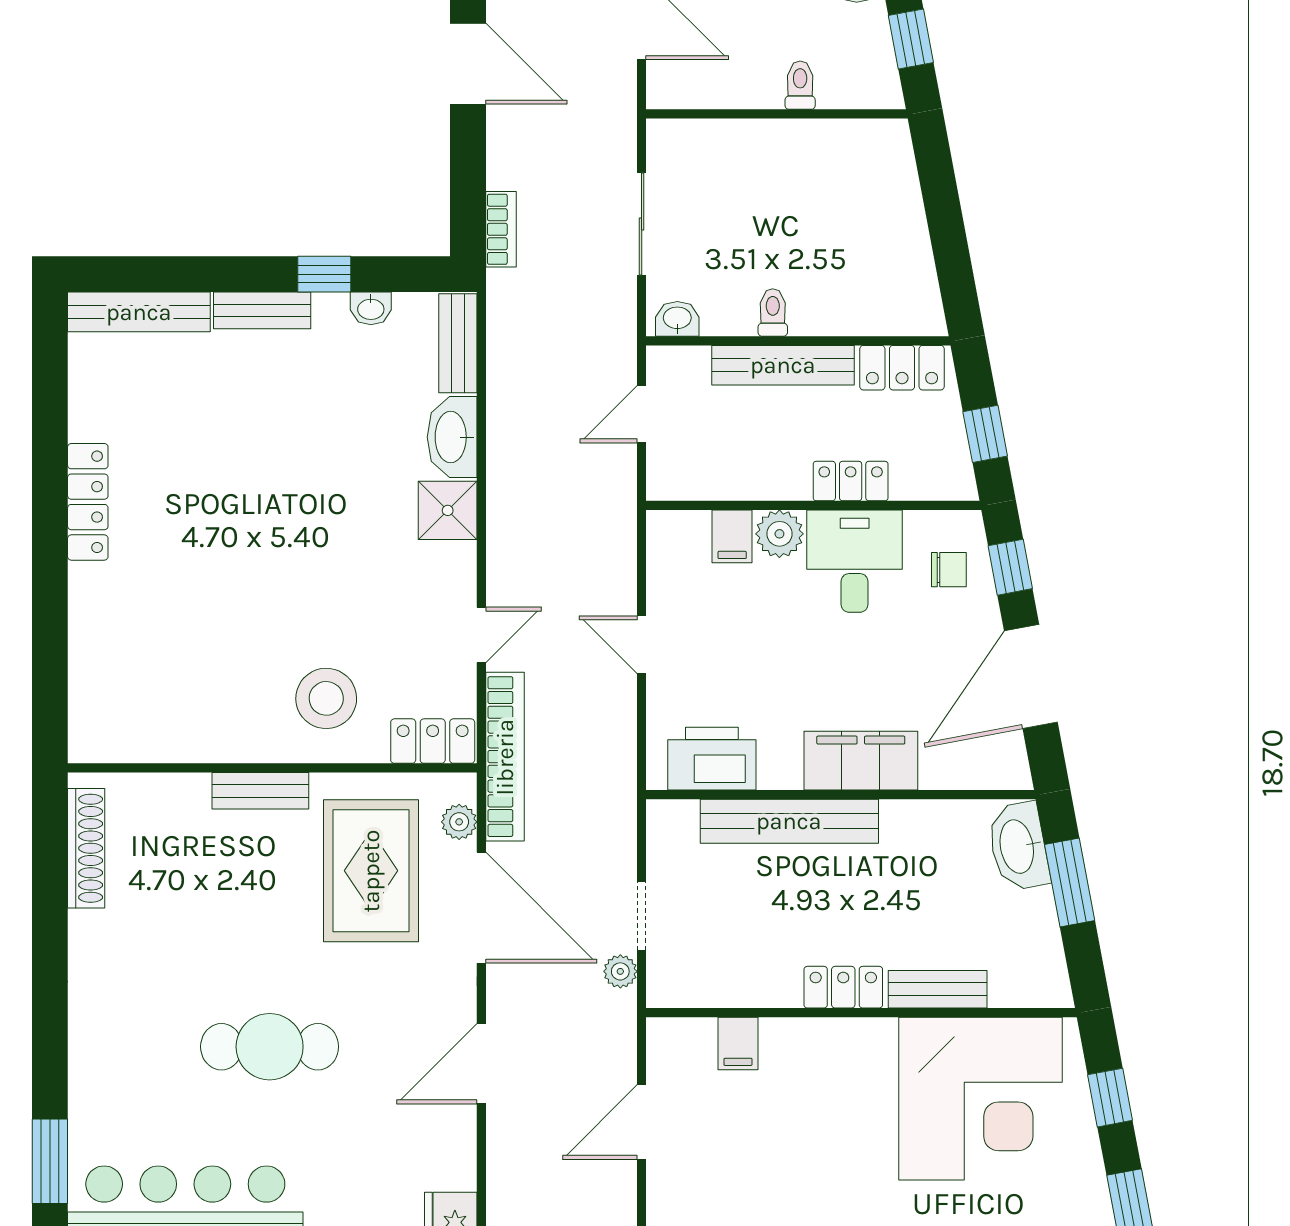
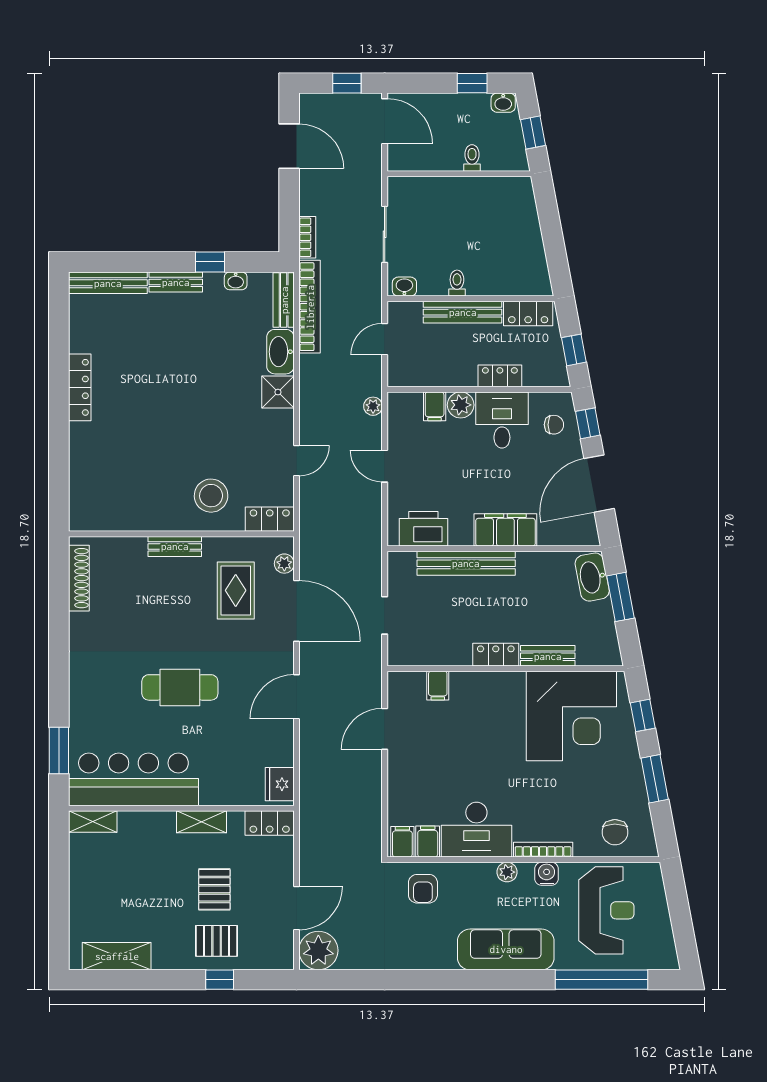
bookcase: (505, 757) -> (310, 307), moved
rug: (371, 871) -> (236, 590), width x0.73, depth x0.70
plant: (620, 971) -> (373, 406), moved

